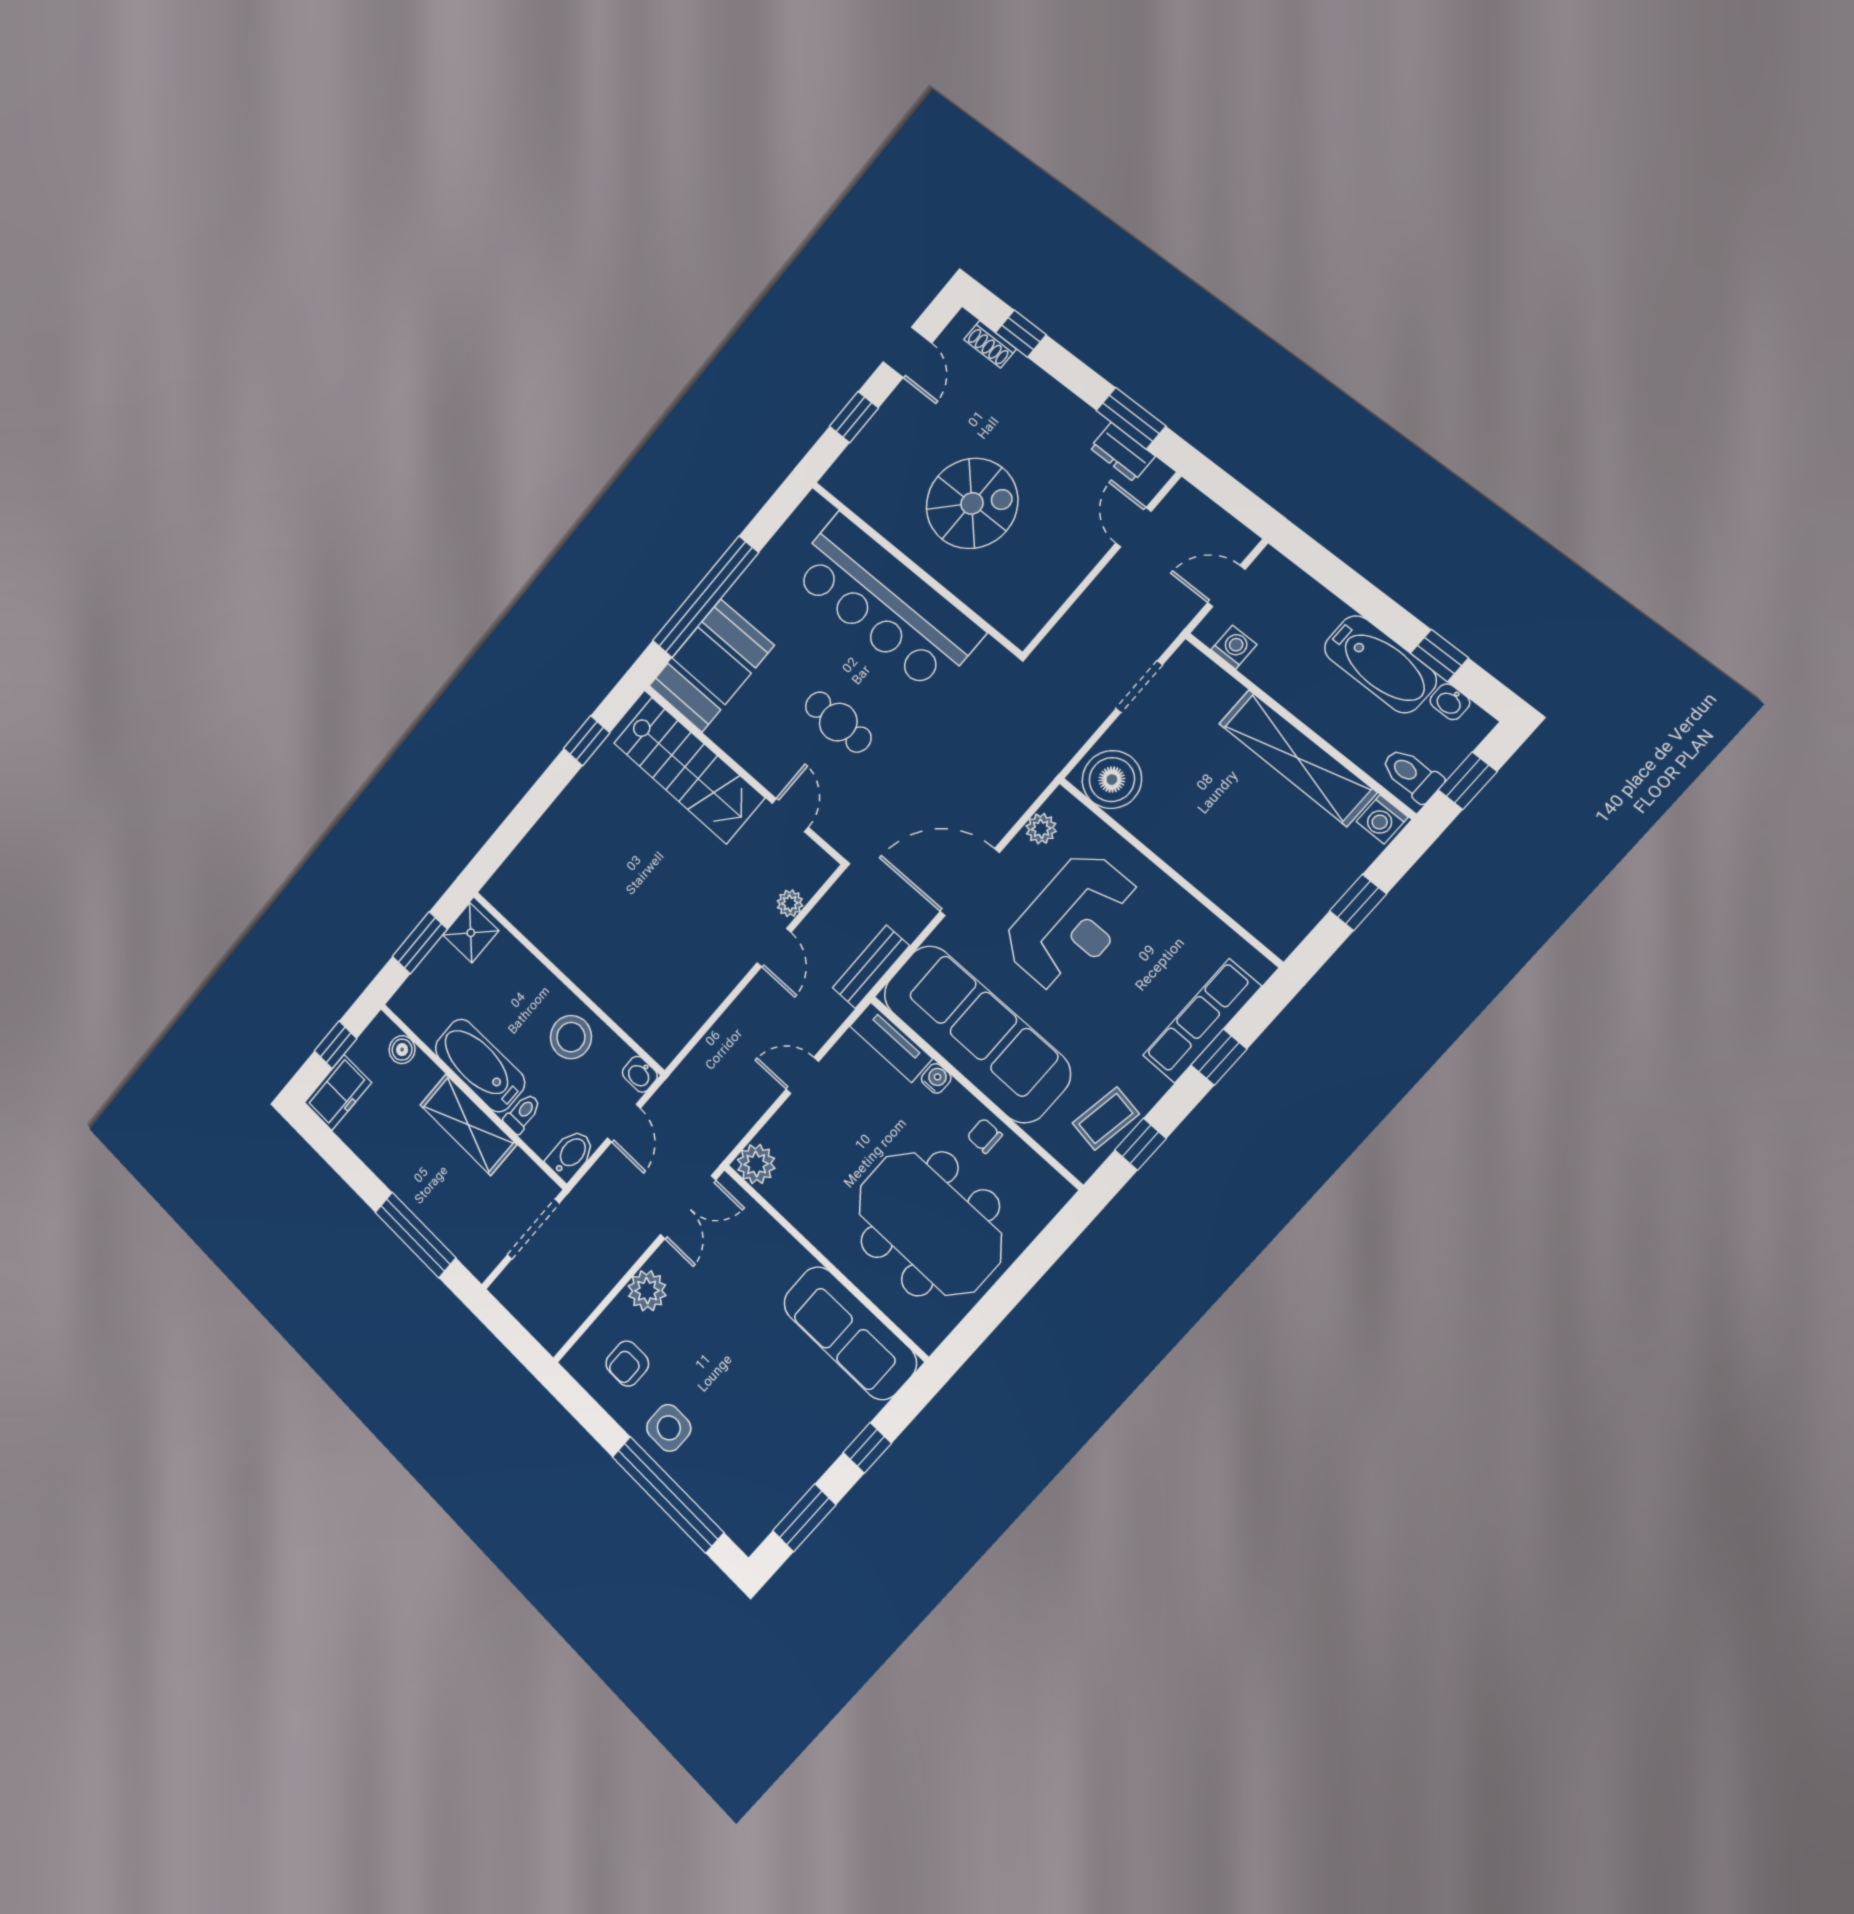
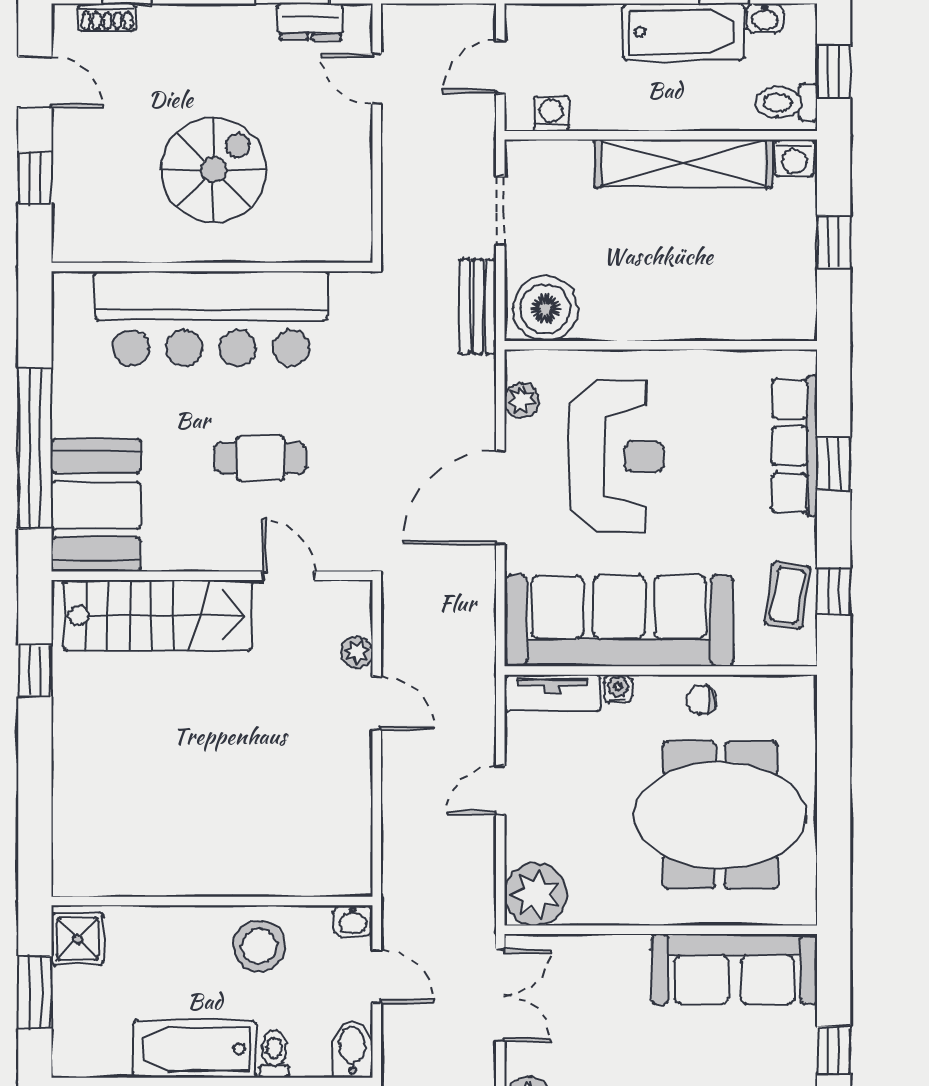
bench: (871, 967) -> (478, 307), moved
plant: (756, 1164) -> (536, 894), width x1.36, depth x1.36

